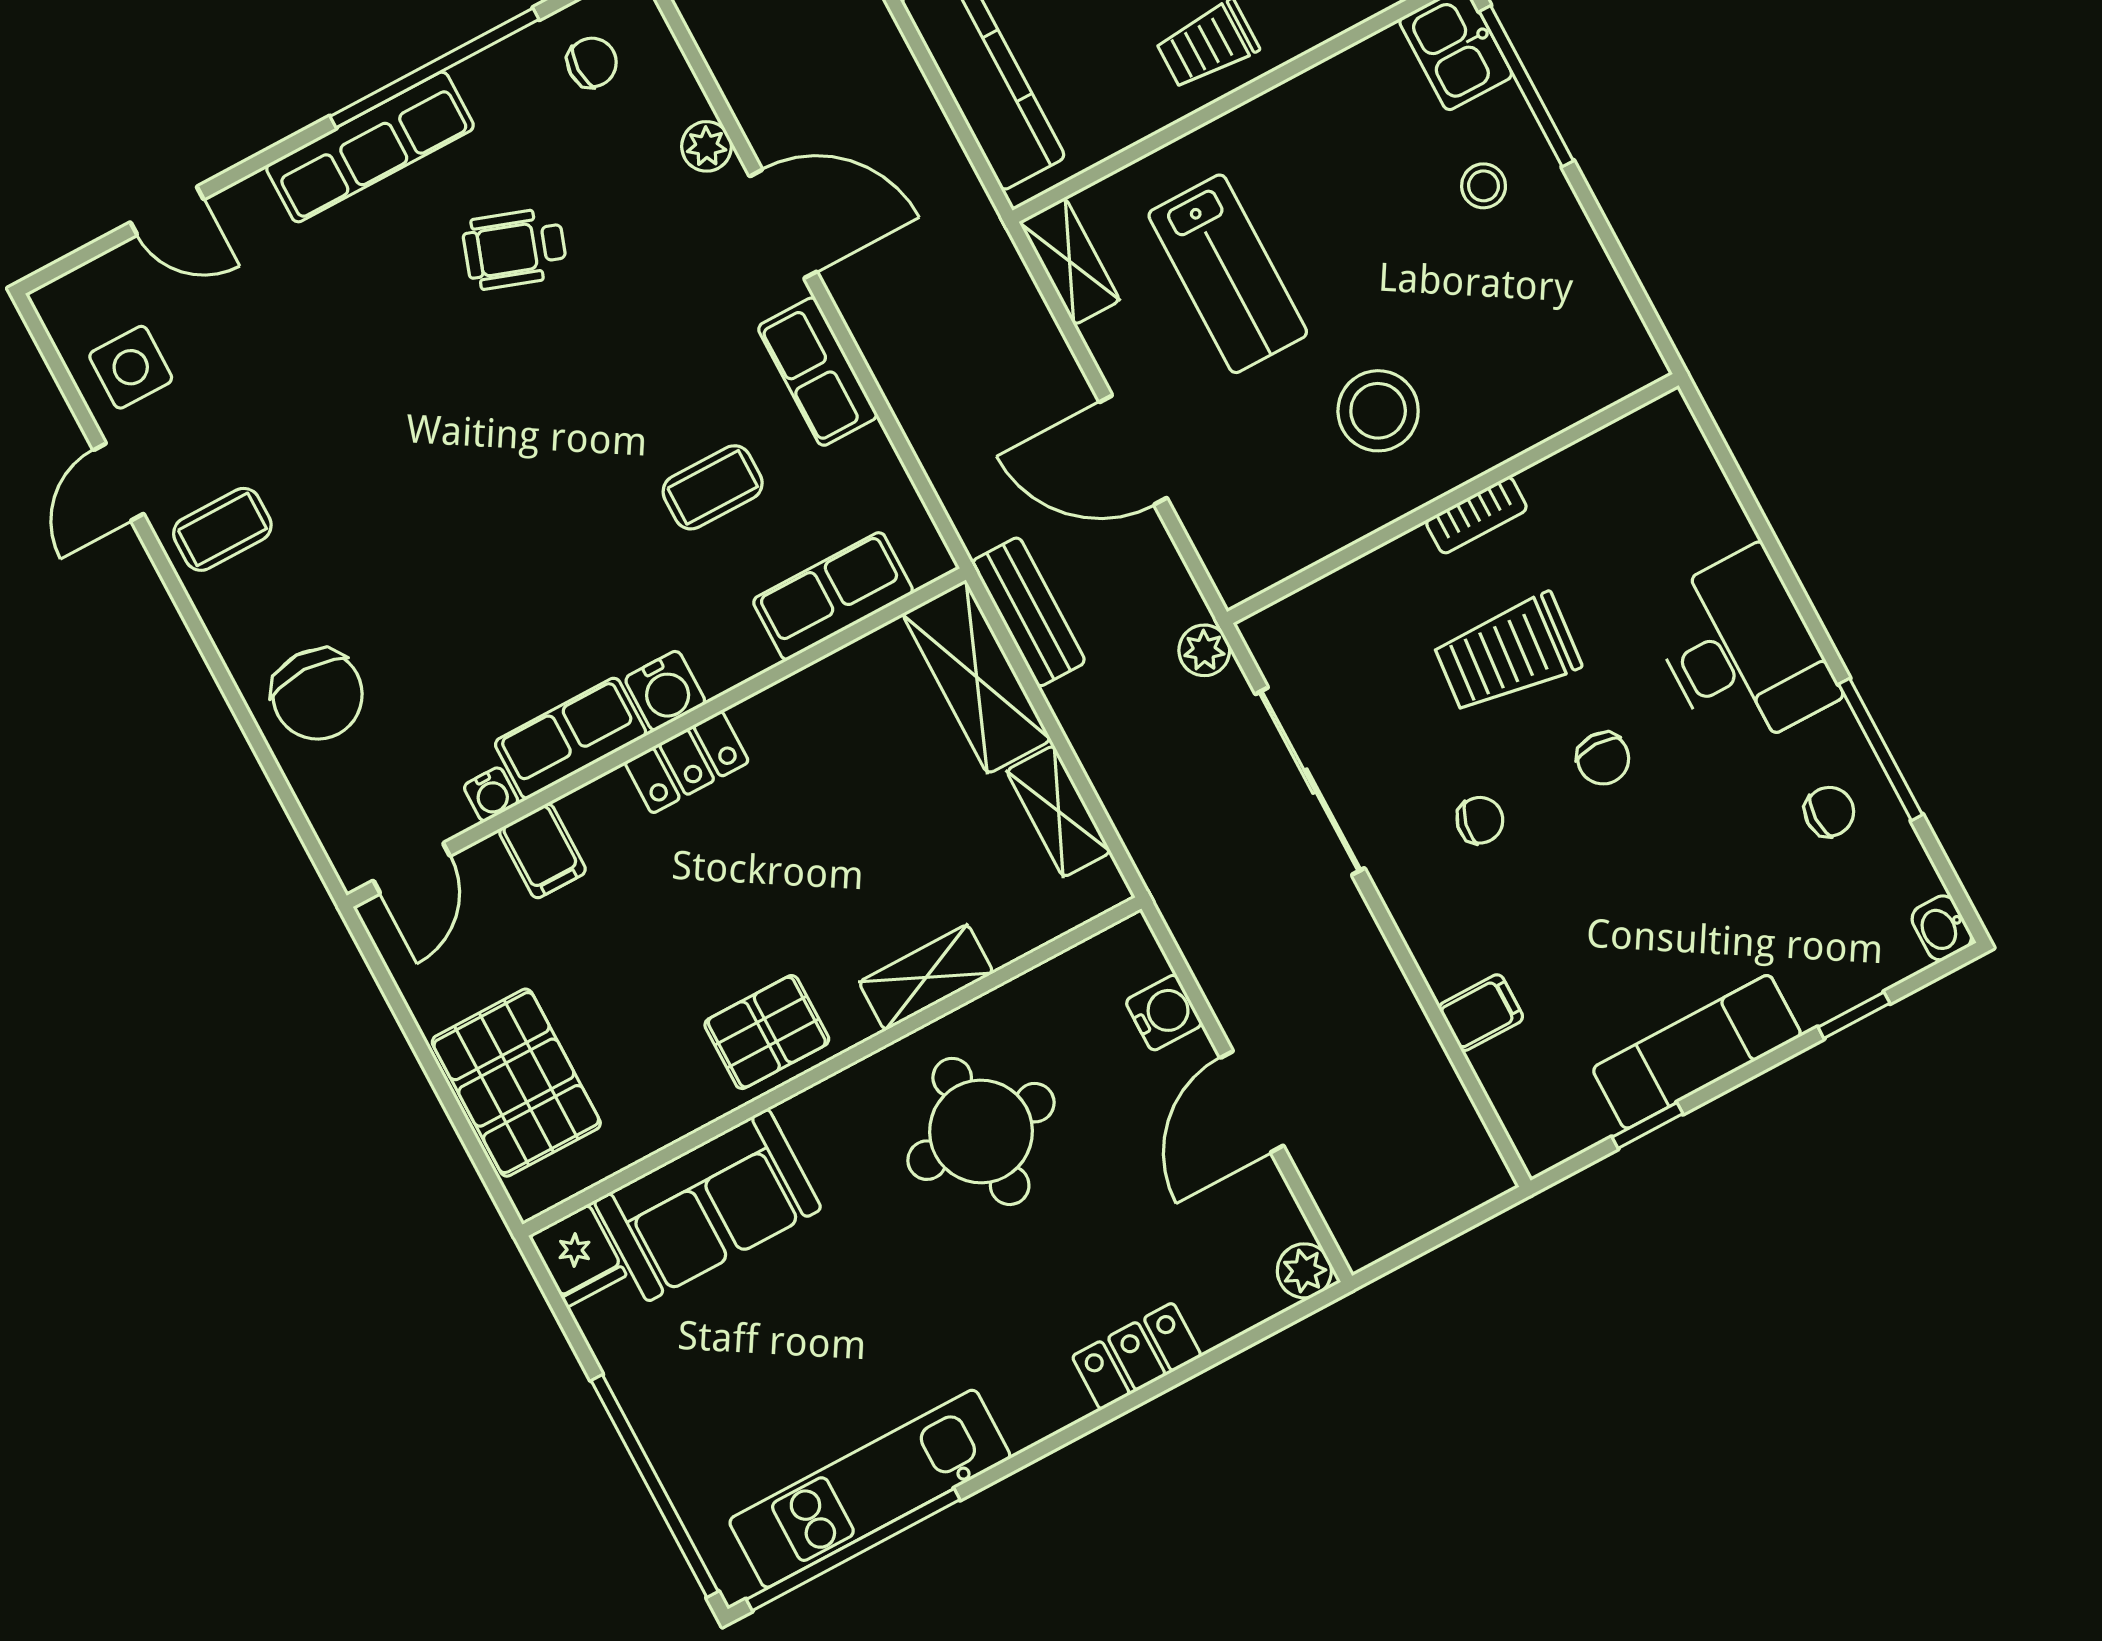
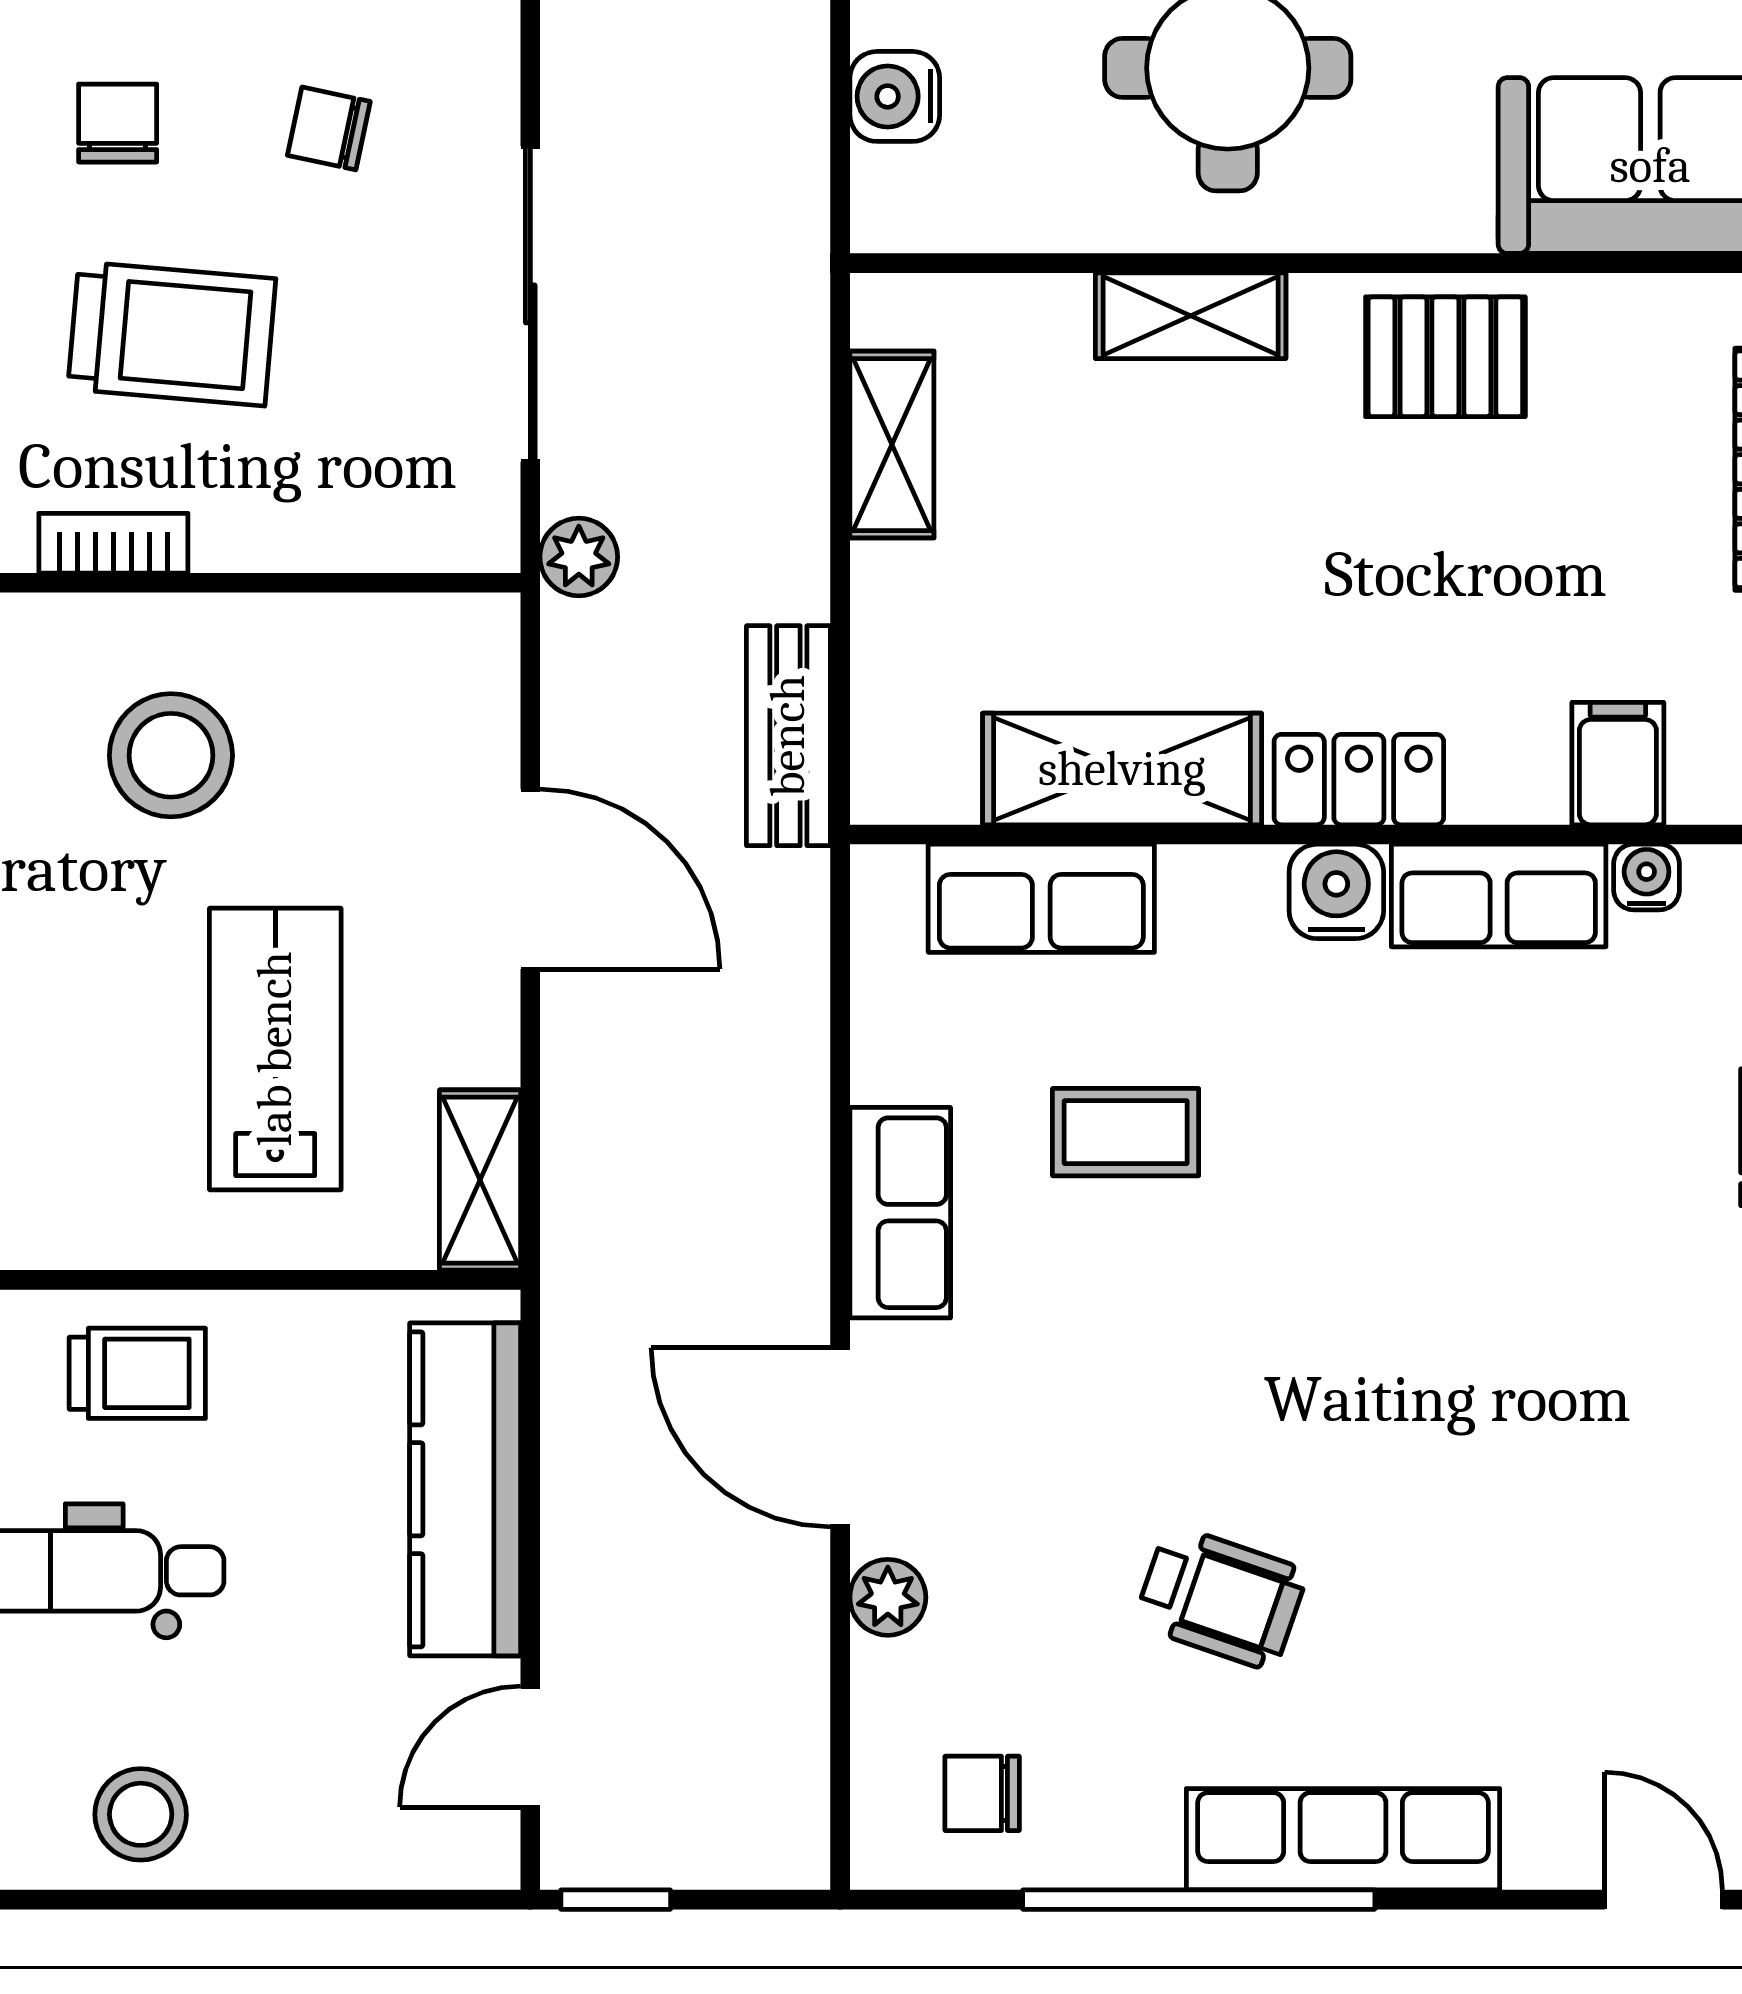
shelving: (977, 677) -> (1122, 769), moved, turned 90

